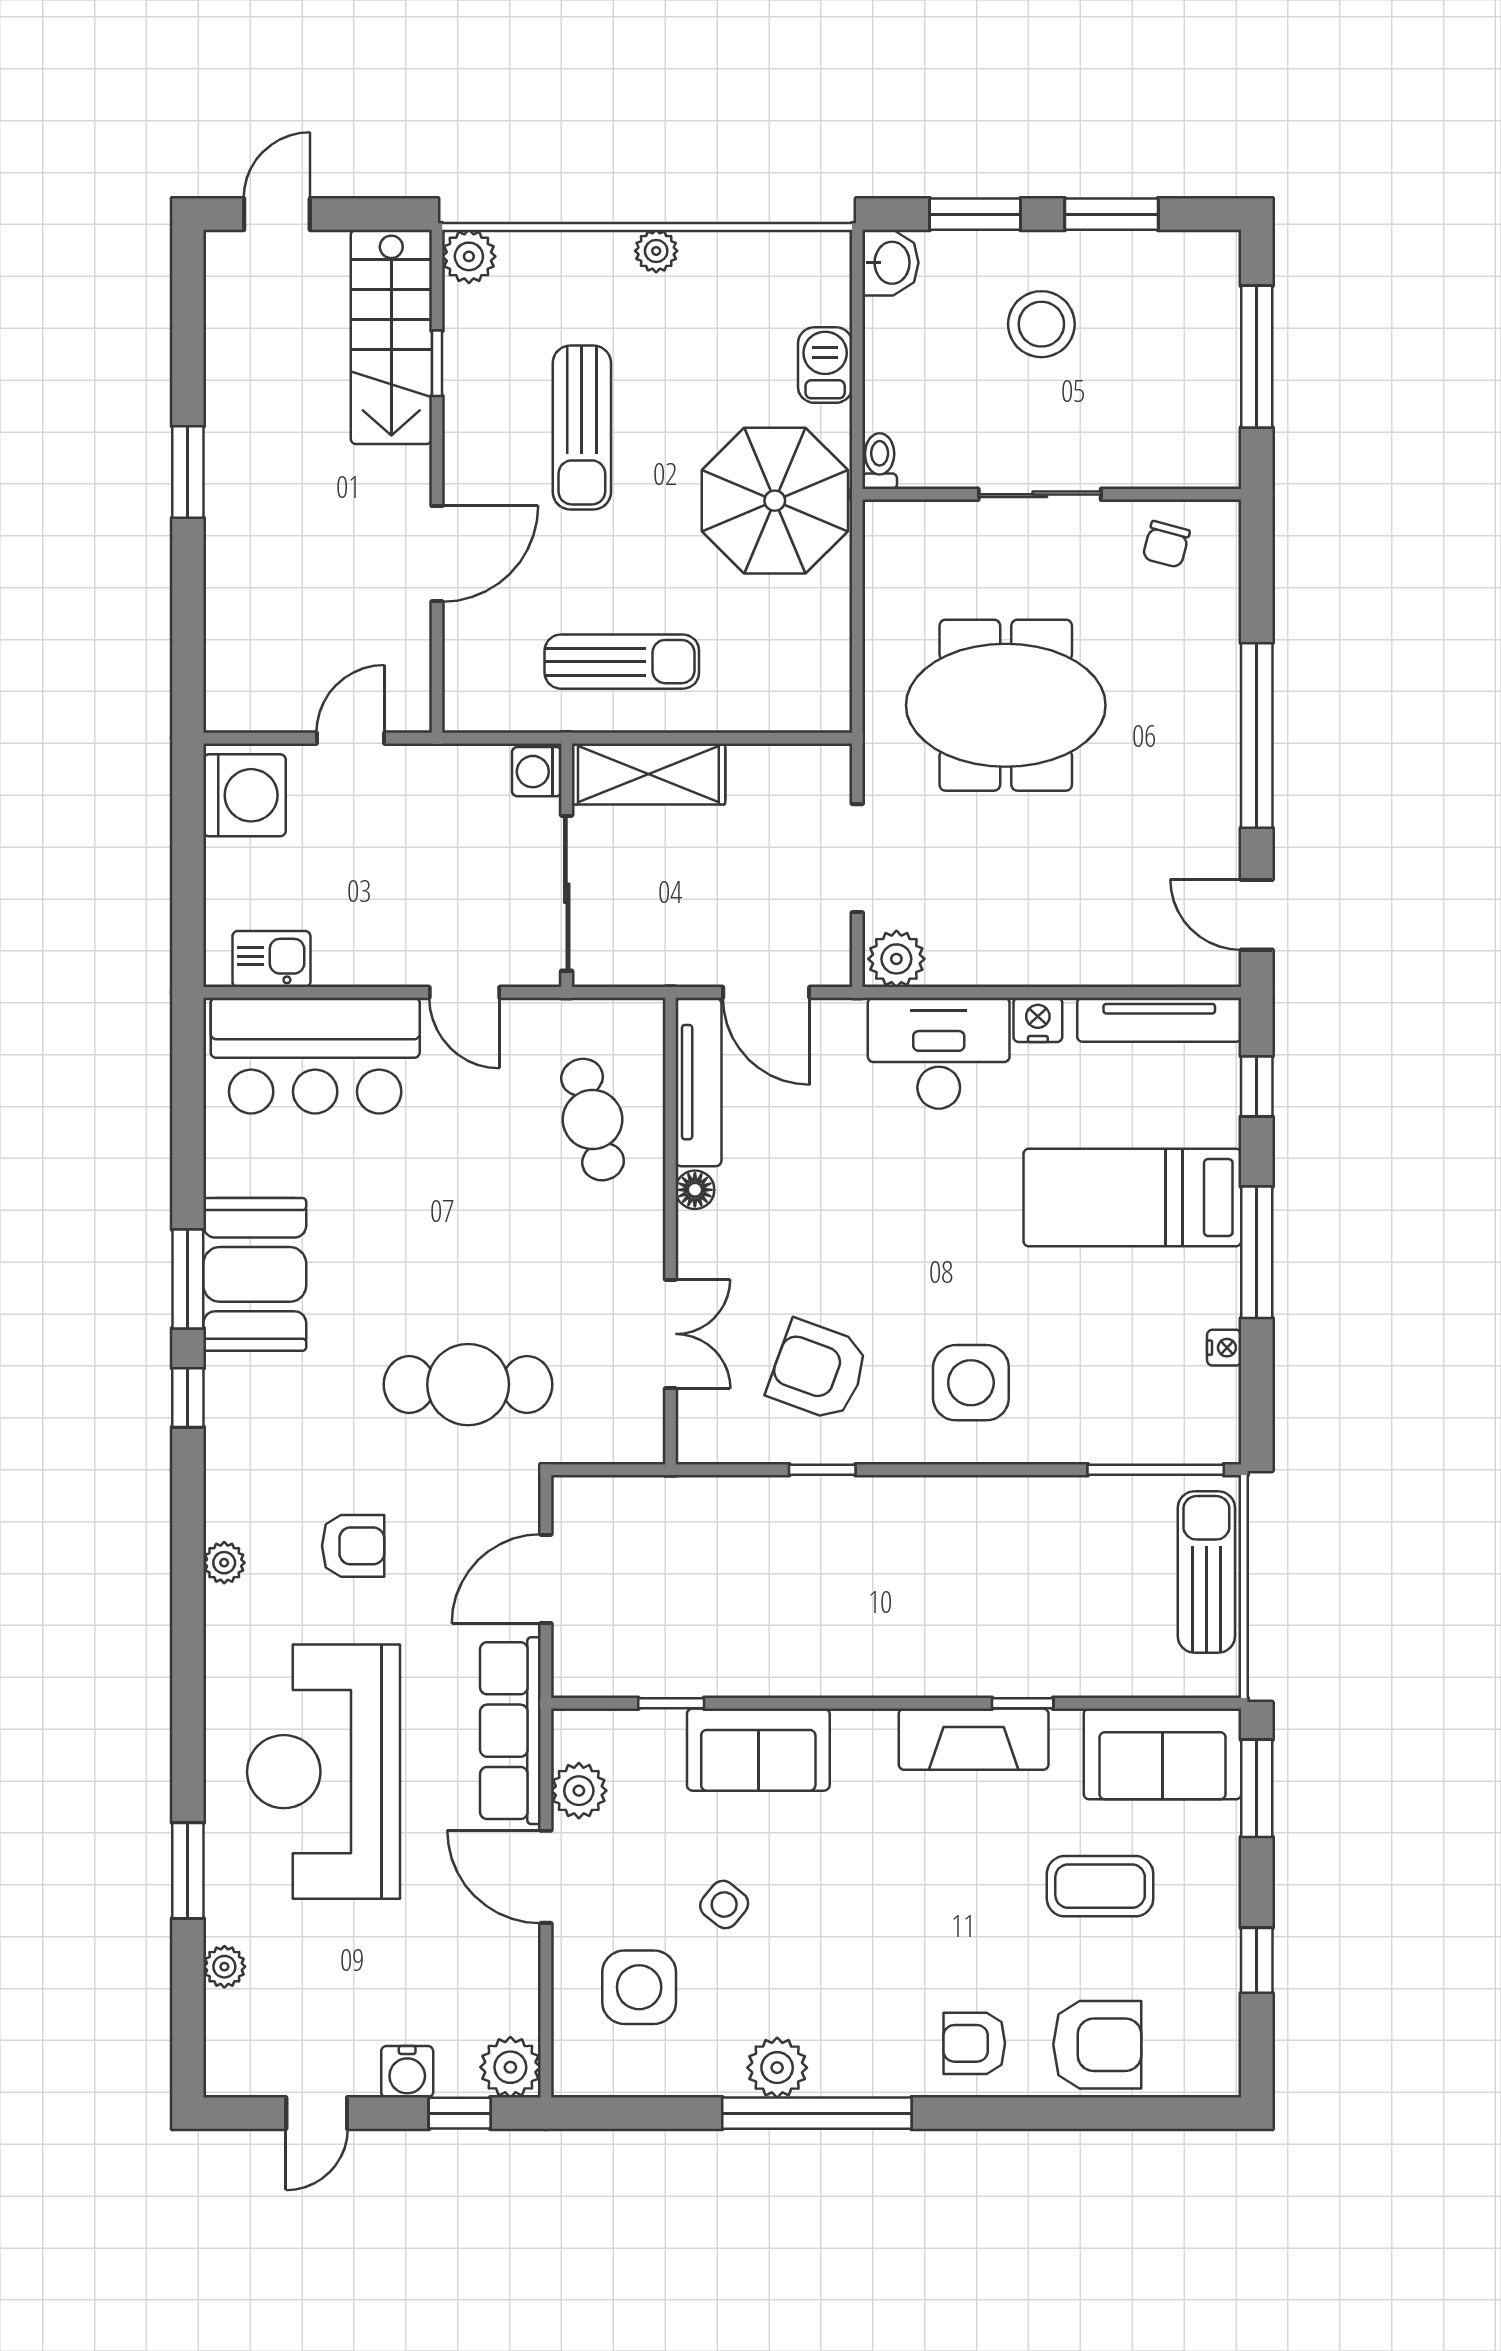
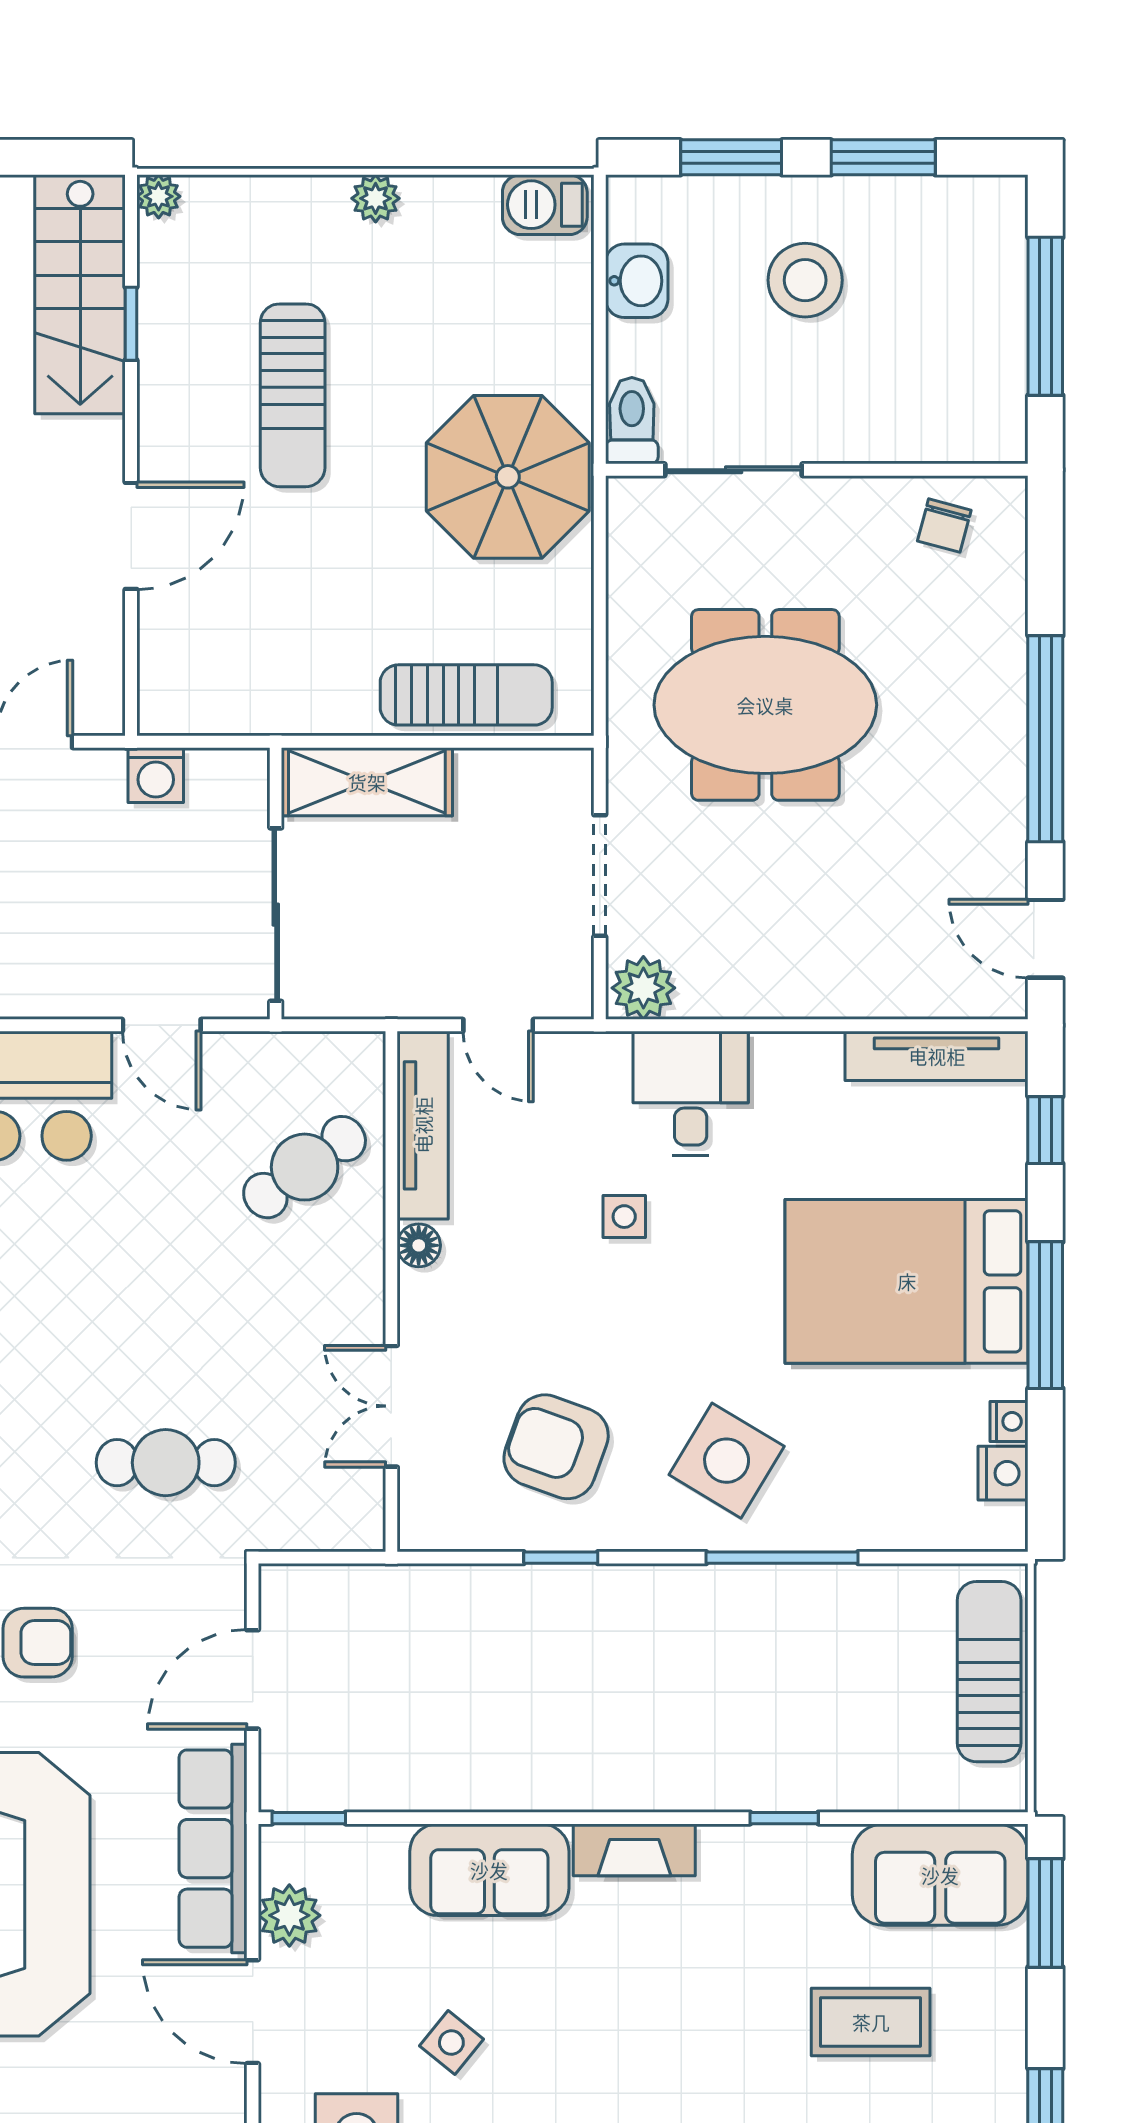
plant: (469, 256) -> (159, 196), width x0.73, depth x0.73
washbasin: (890, 263) -> (637, 281), moved
barbecue: (825, 365) -> (545, 205), moved, turned -90
toilet: (880, 461) -> (632, 421), width x1.37, depth x1.39
sliding door: (1040, 494) -> (734, 470), moved
sun lounger: (622, 662) -> (466, 695), moved
washing machine: (537, 772) -> (156, 775), moved, turned -90
door: (766, 992) -> (498, 1025), width x0.73
nightstand: (1038, 1020) -> (1003, 1473), moved, turned 90
desk: (939, 1053) -> (691, 1093), width x0.73
cafe table: (593, 1120) -> (305, 1167), turned 68
side table: (879, 1164) -> (624, 1217), added
bed: (1132, 1198) -> (907, 1281), width x1.50
double door: (670, 1334) -> (391, 1406), swing flipped
side table: (971, 1383) -> (727, 1461), turned 31
cafe table: (468, 1385) -> (166, 1463), width x0.73, depth x0.74
window: (1156, 1470) -> (782, 1558), moved
window: (671, 1703) -> (309, 1818), moved
fireplace: (974, 1739) -> (634, 1850), moved, width x0.73, depth x0.76

